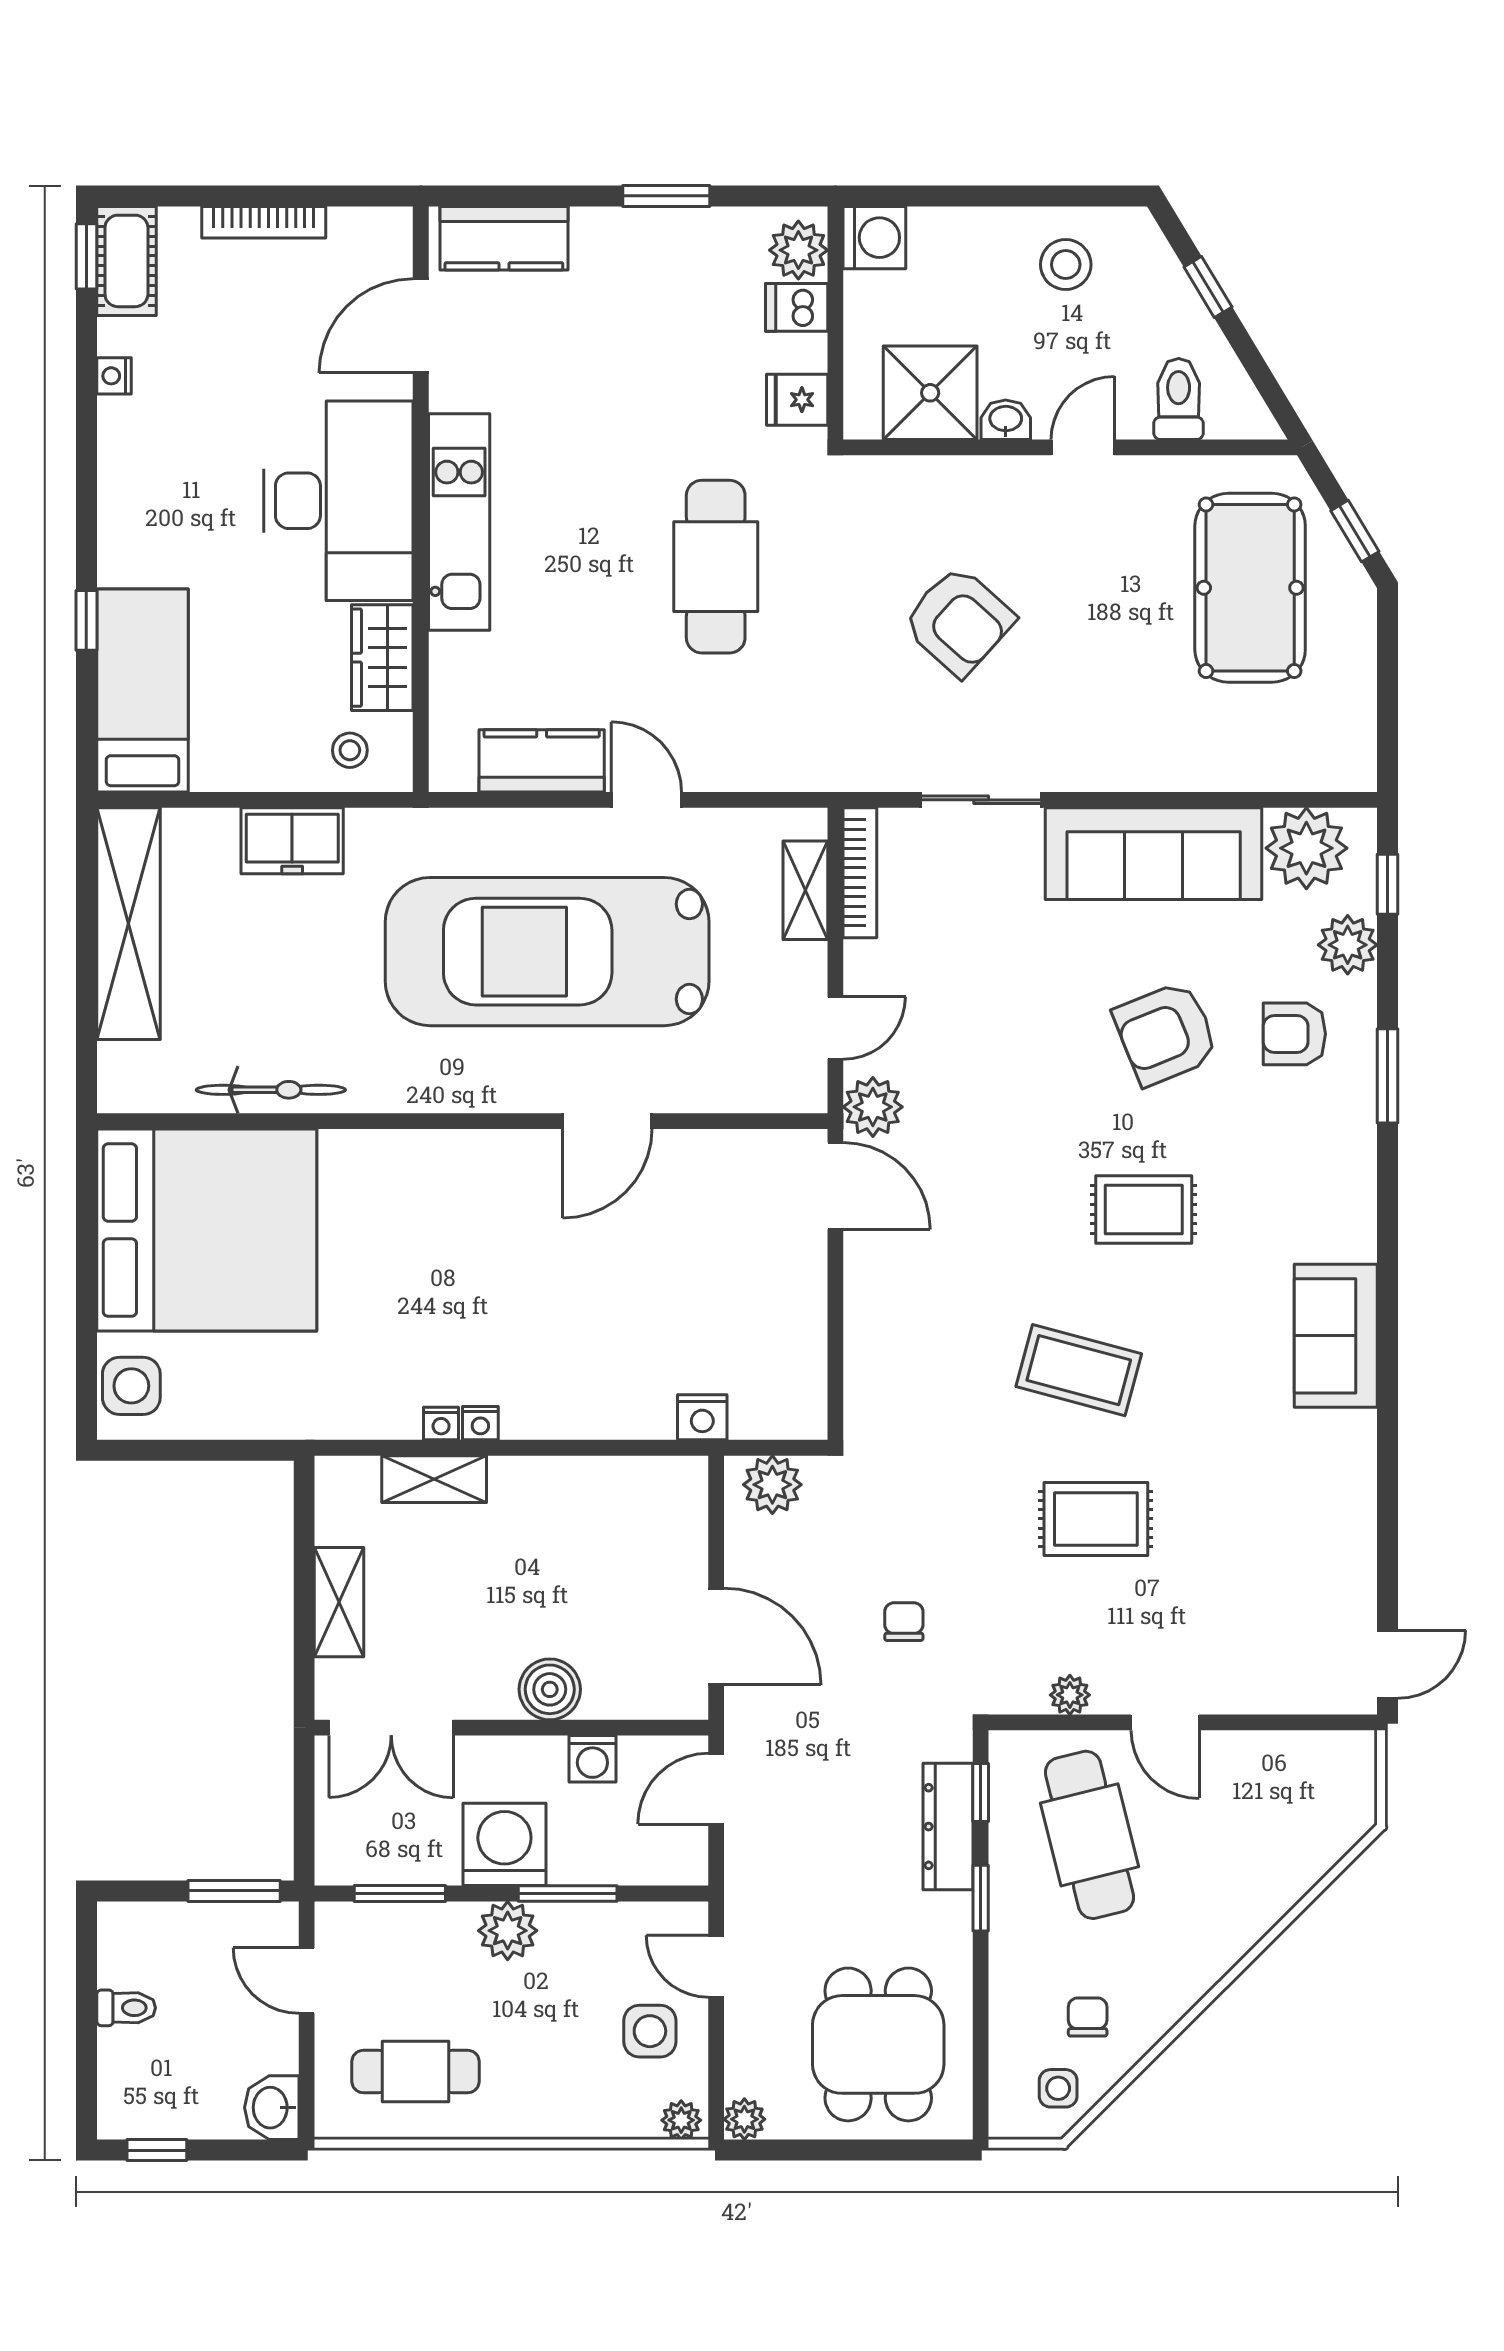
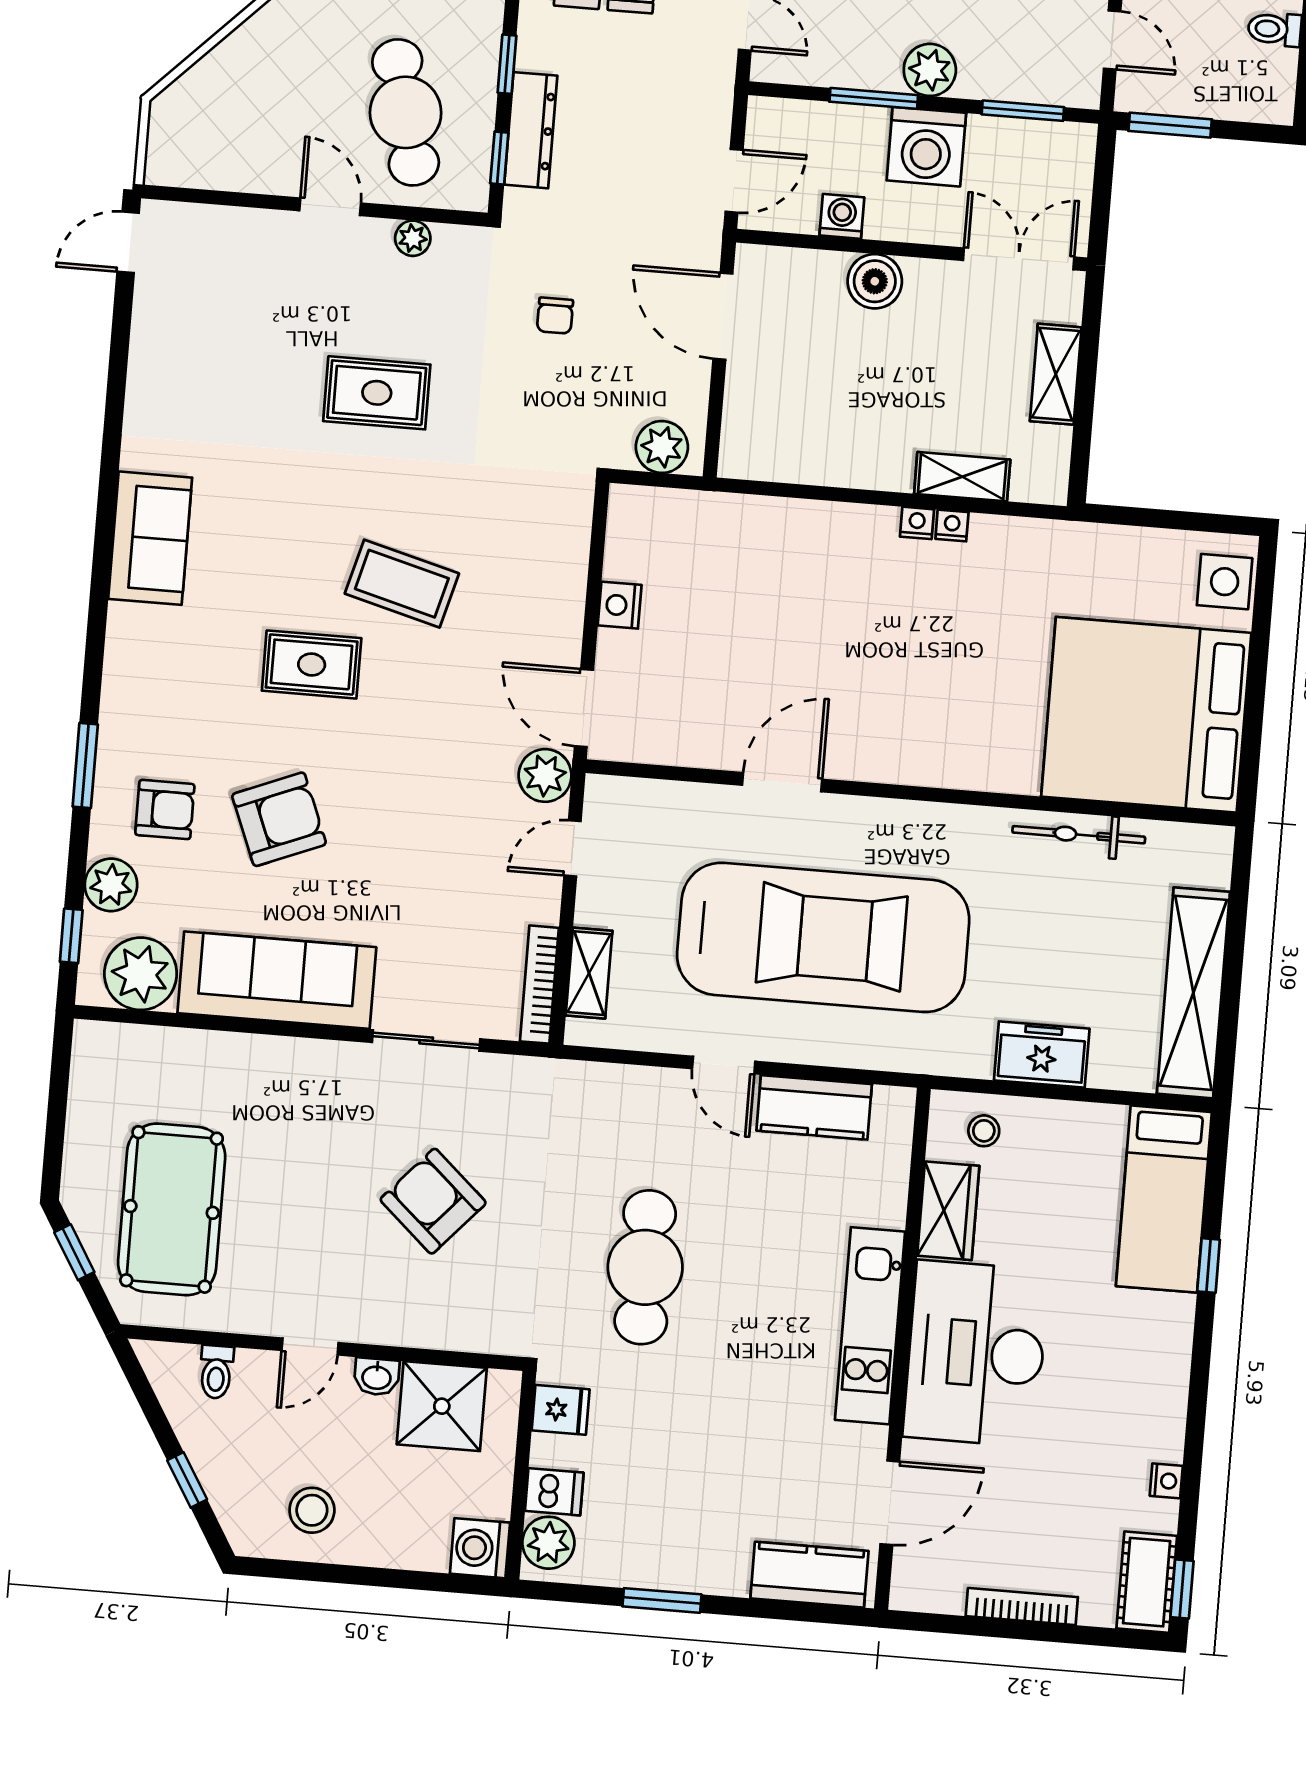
toilet: (1179, 399) -> (216, 1372), width x0.73, depth x0.72
coffee table: (1079, 1370) -> (402, 584), moved
nightstand: (702, 1417) -> (620, 605), moved, turned -90

